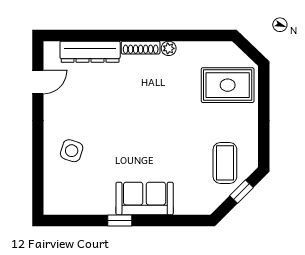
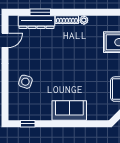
window: (96, 35) -> (40, 12), added
window: (120, 221) -> (28, 124), moved

